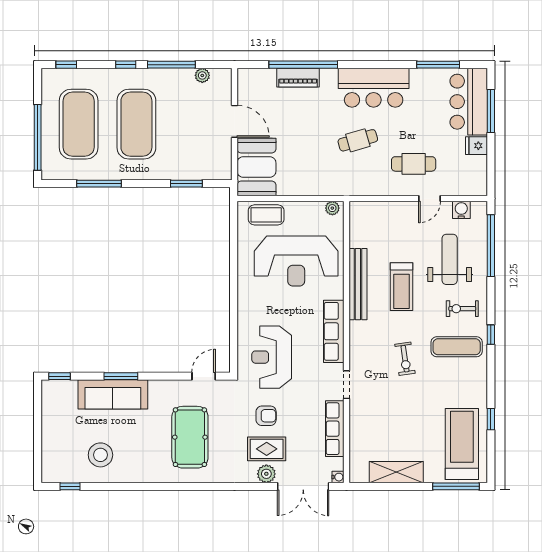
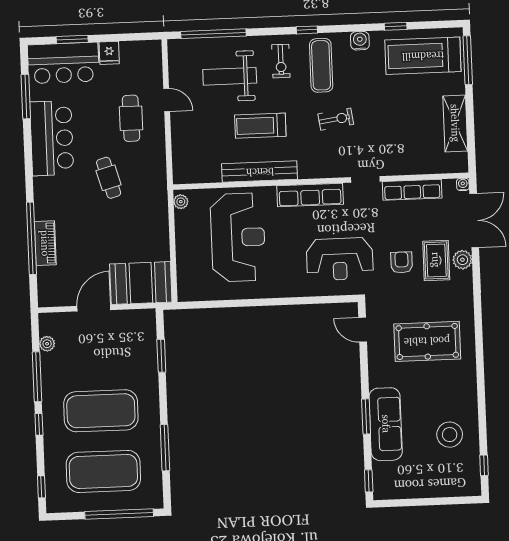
bar counter: (374, 88) -> (52, 138), moved
window: (491, 111) -> (72, 39), width x0.69
water cooler: (461, 210) -> (360, 41), moved, turned 90
coffee table: (266, 215) -> (191, 271), removed
treadmill: (402, 287) -> (260, 126), turned 180

